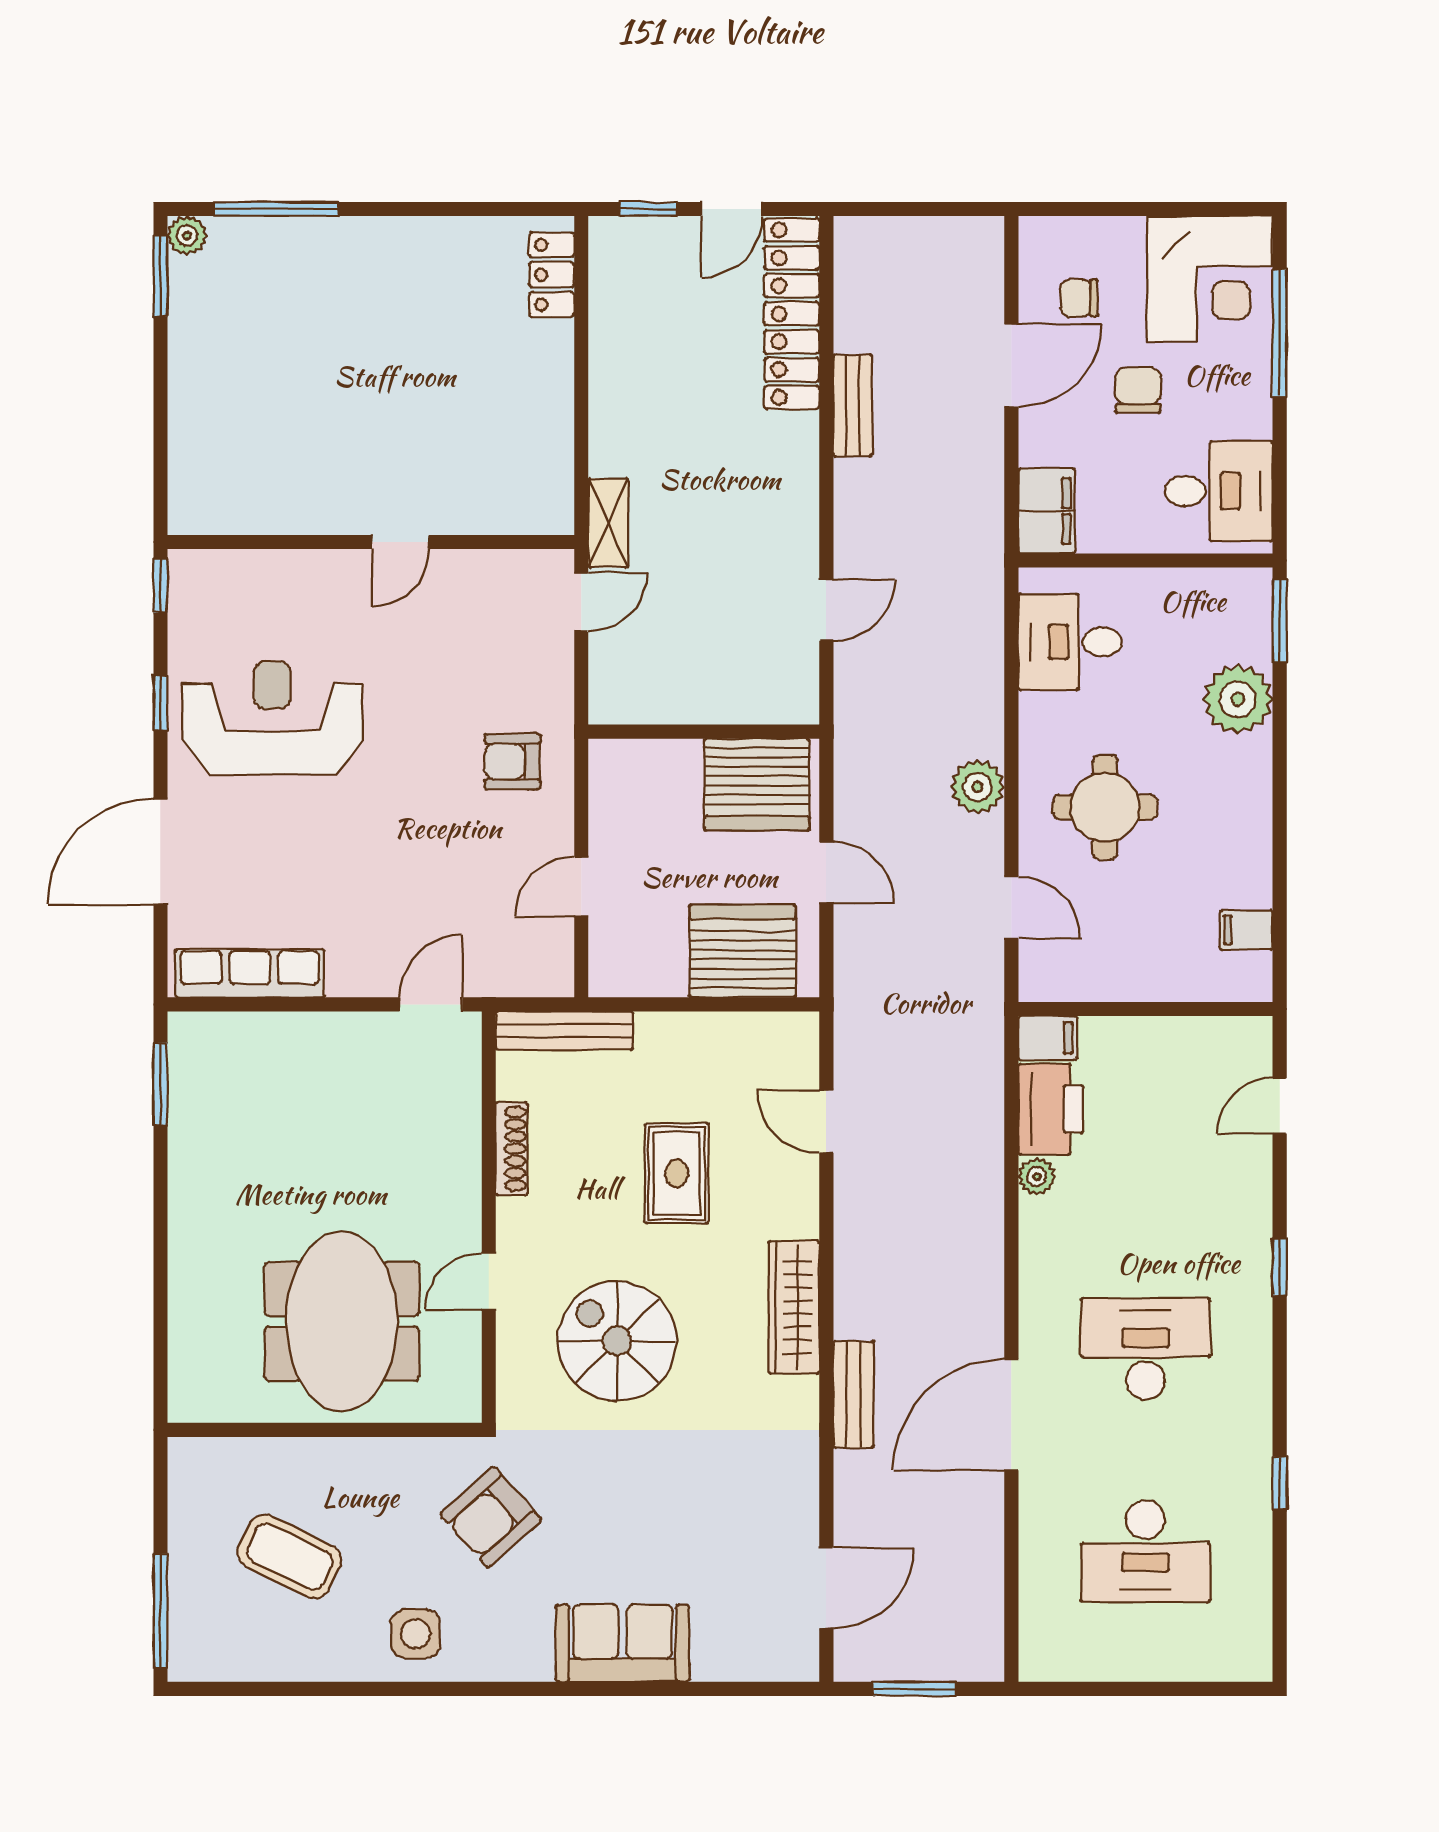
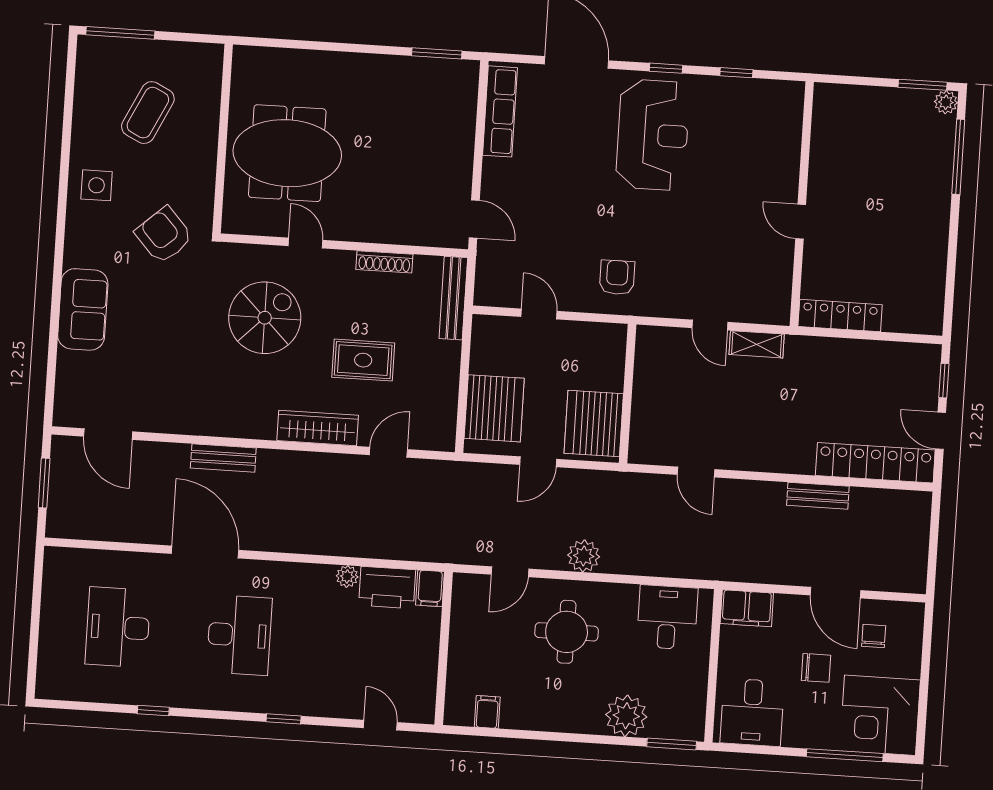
locker: (552, 275) -> (840, 316), moved, width x1.53
wall: (371, 542) -> (802, 204), moved
door: (400, 542) -> (801, 222), moved
wardrobe: (794, 1307) -> (318, 428), moved

